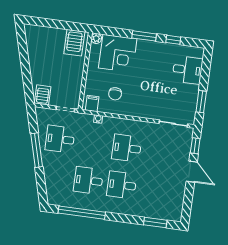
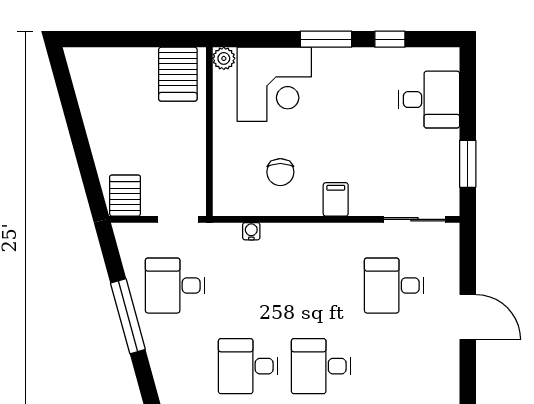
filing cabinet: (92, 103) -> (336, 199), moved
window: (195, 146) -> (468, 261), removed
desk: (127, 148) -> (394, 286), moved

